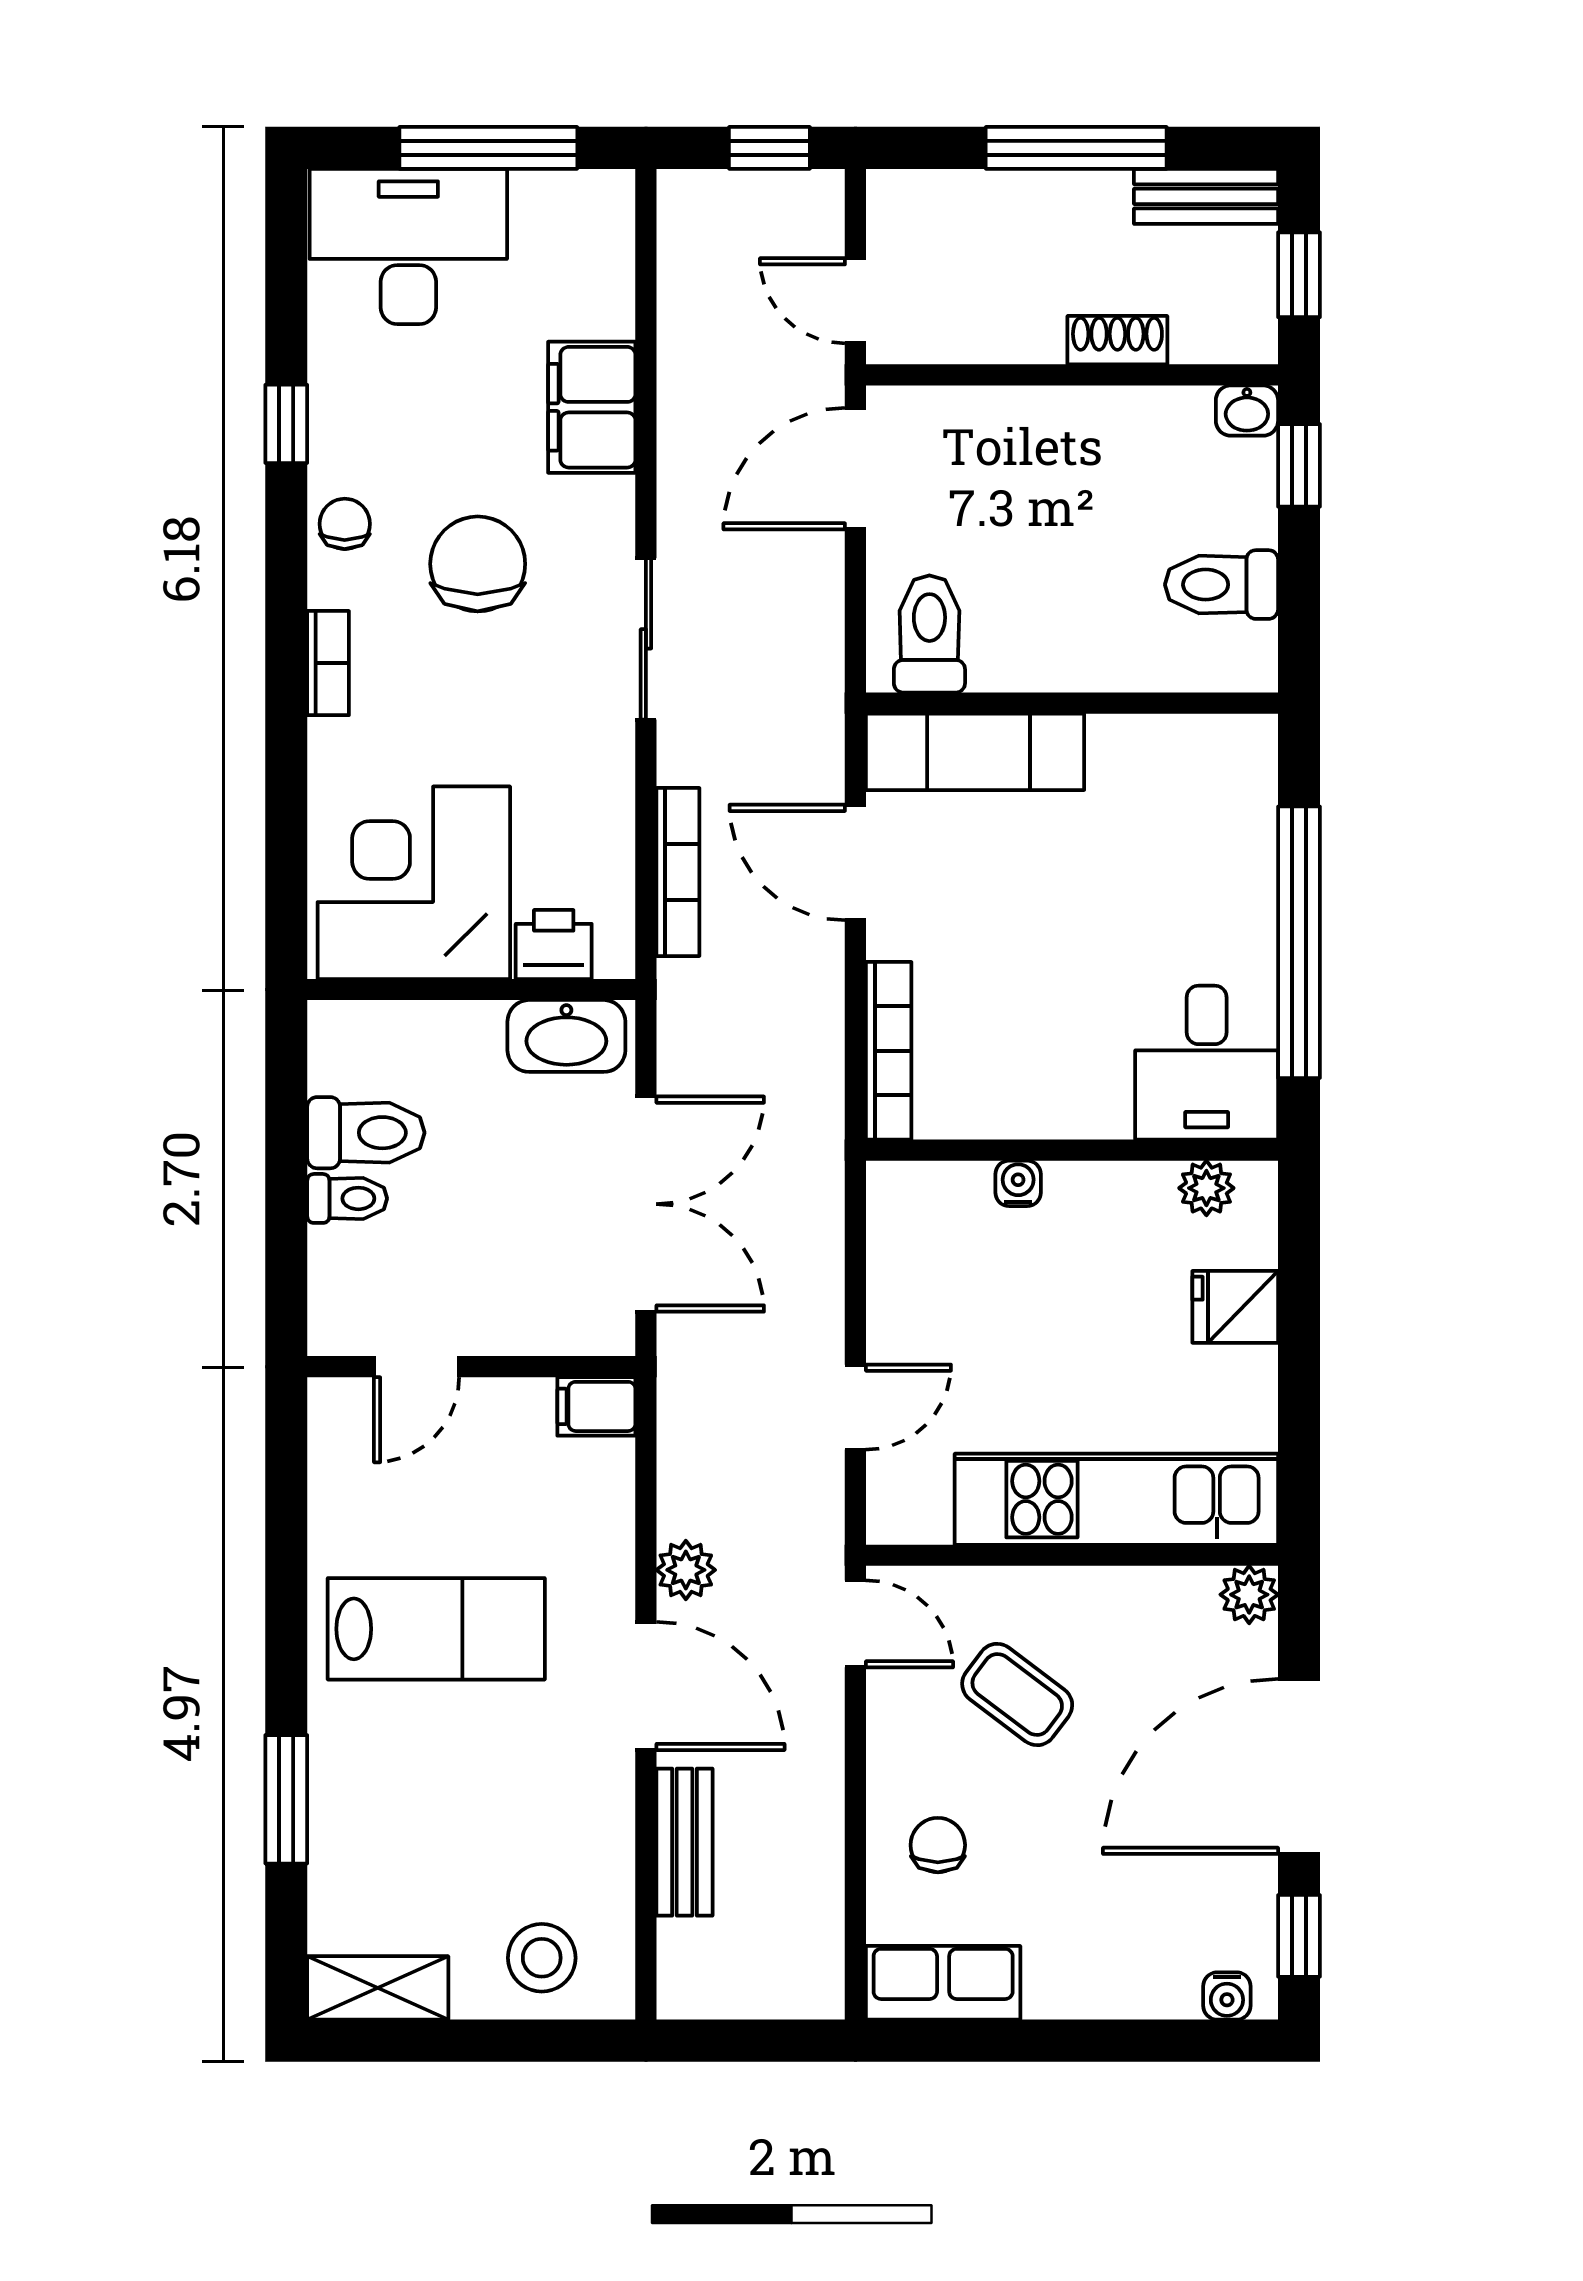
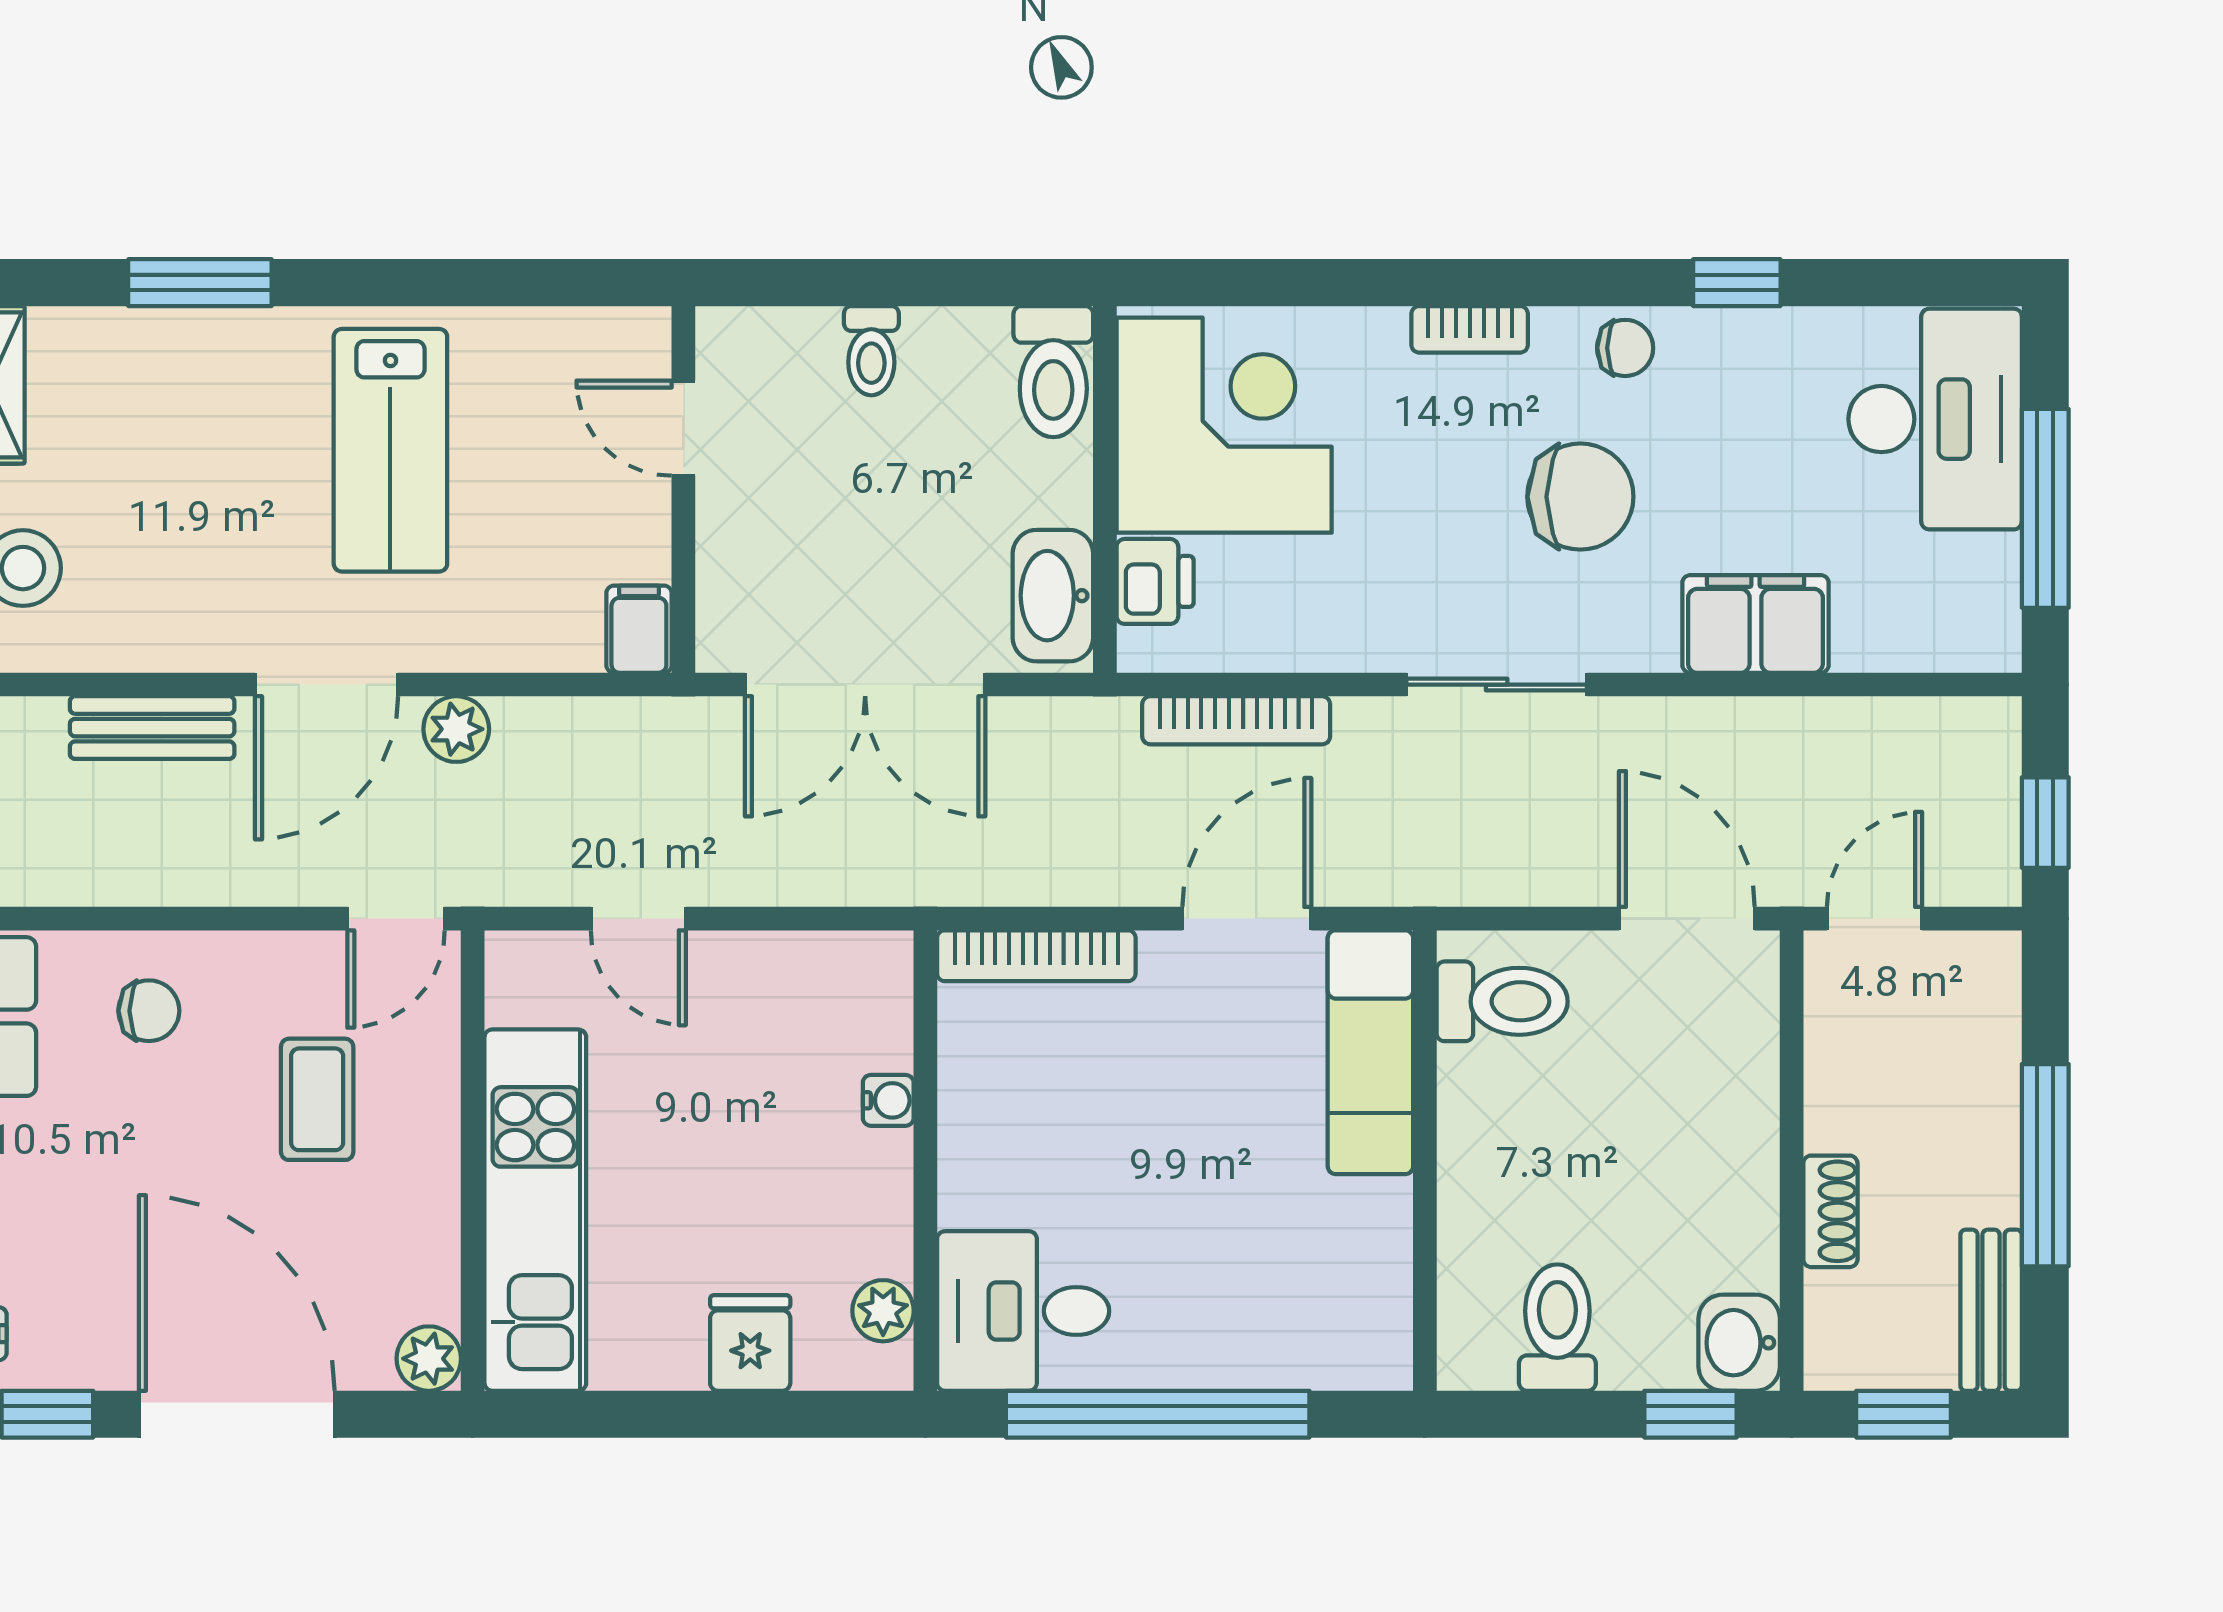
washbasin: (1247, 411) -> (1739, 1343), width x1.38, depth x1.45
toilet: (366, 1133) -> (1053, 372), moved
coffee table: (1017, 1694) -> (317, 1099), turned -37

